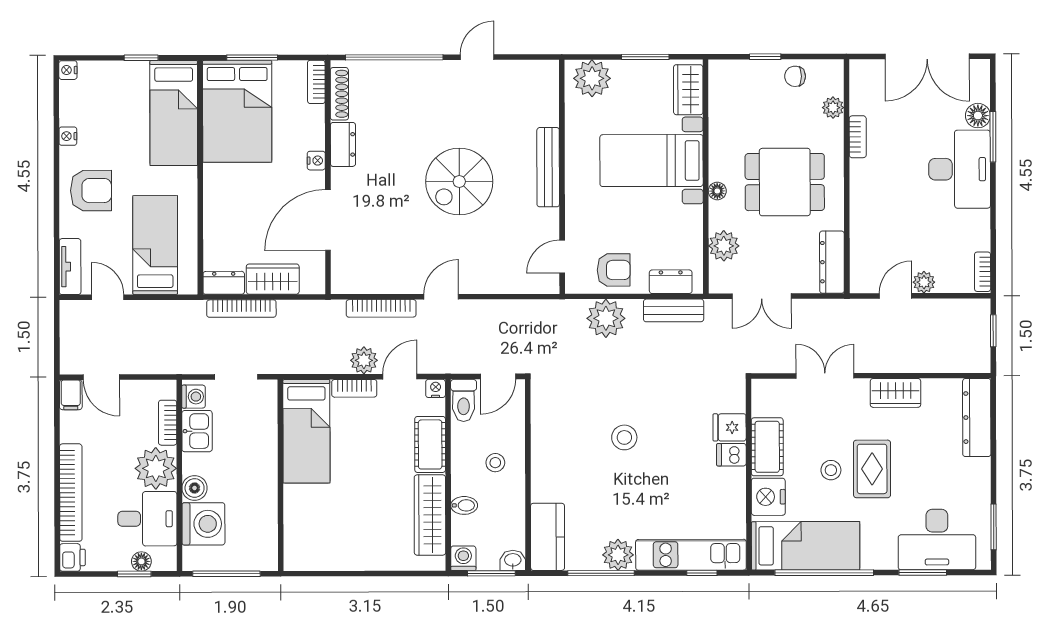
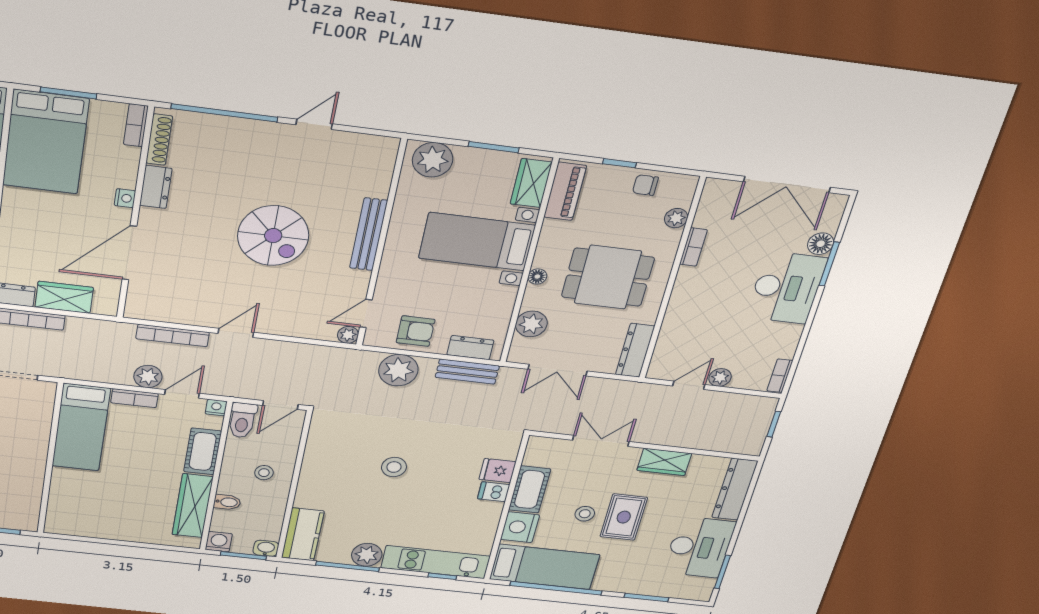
piano: (722, 94) -> (565, 191), added
spiral stairs: (459, 181) -> (273, 236), turned -90
plant: (549, 284) -> (348, 335), added
desk: (937, 540) -> (699, 547), moved, turned -90

